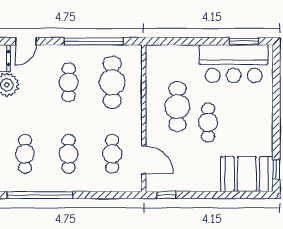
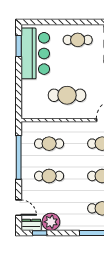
cafe table: (112, 82) -> (49, 144), width x0.73, depth x0.74
cafe table: (208, 122) -> (78, 40), moved

